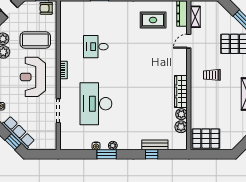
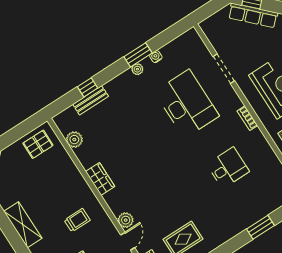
wardrobe: (181, 91) -> (100, 179), width x0.67
plant: (181, 114) -> (126, 220), moved
pallet: (206, 139) -> (38, 144), width x0.67, depth x0.71

